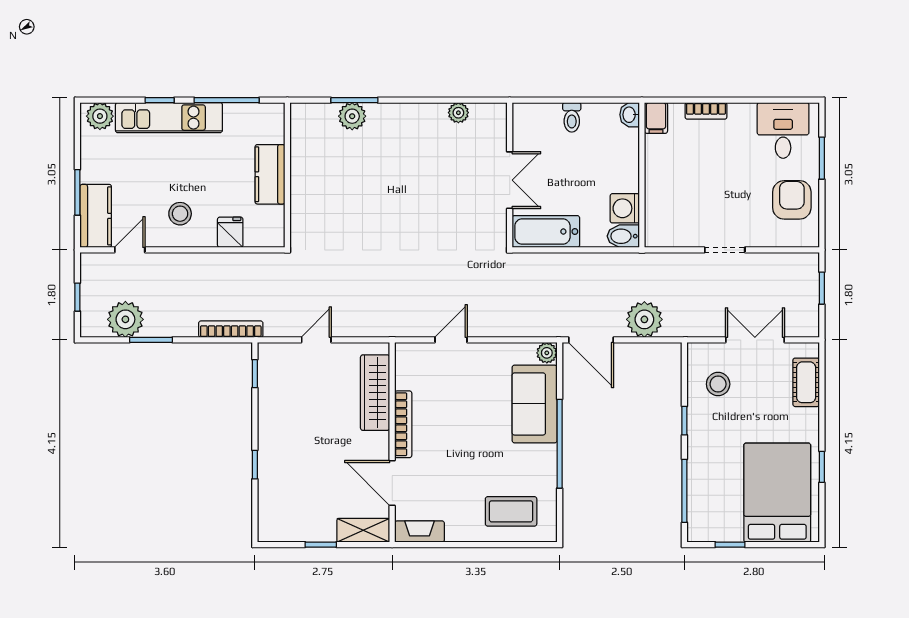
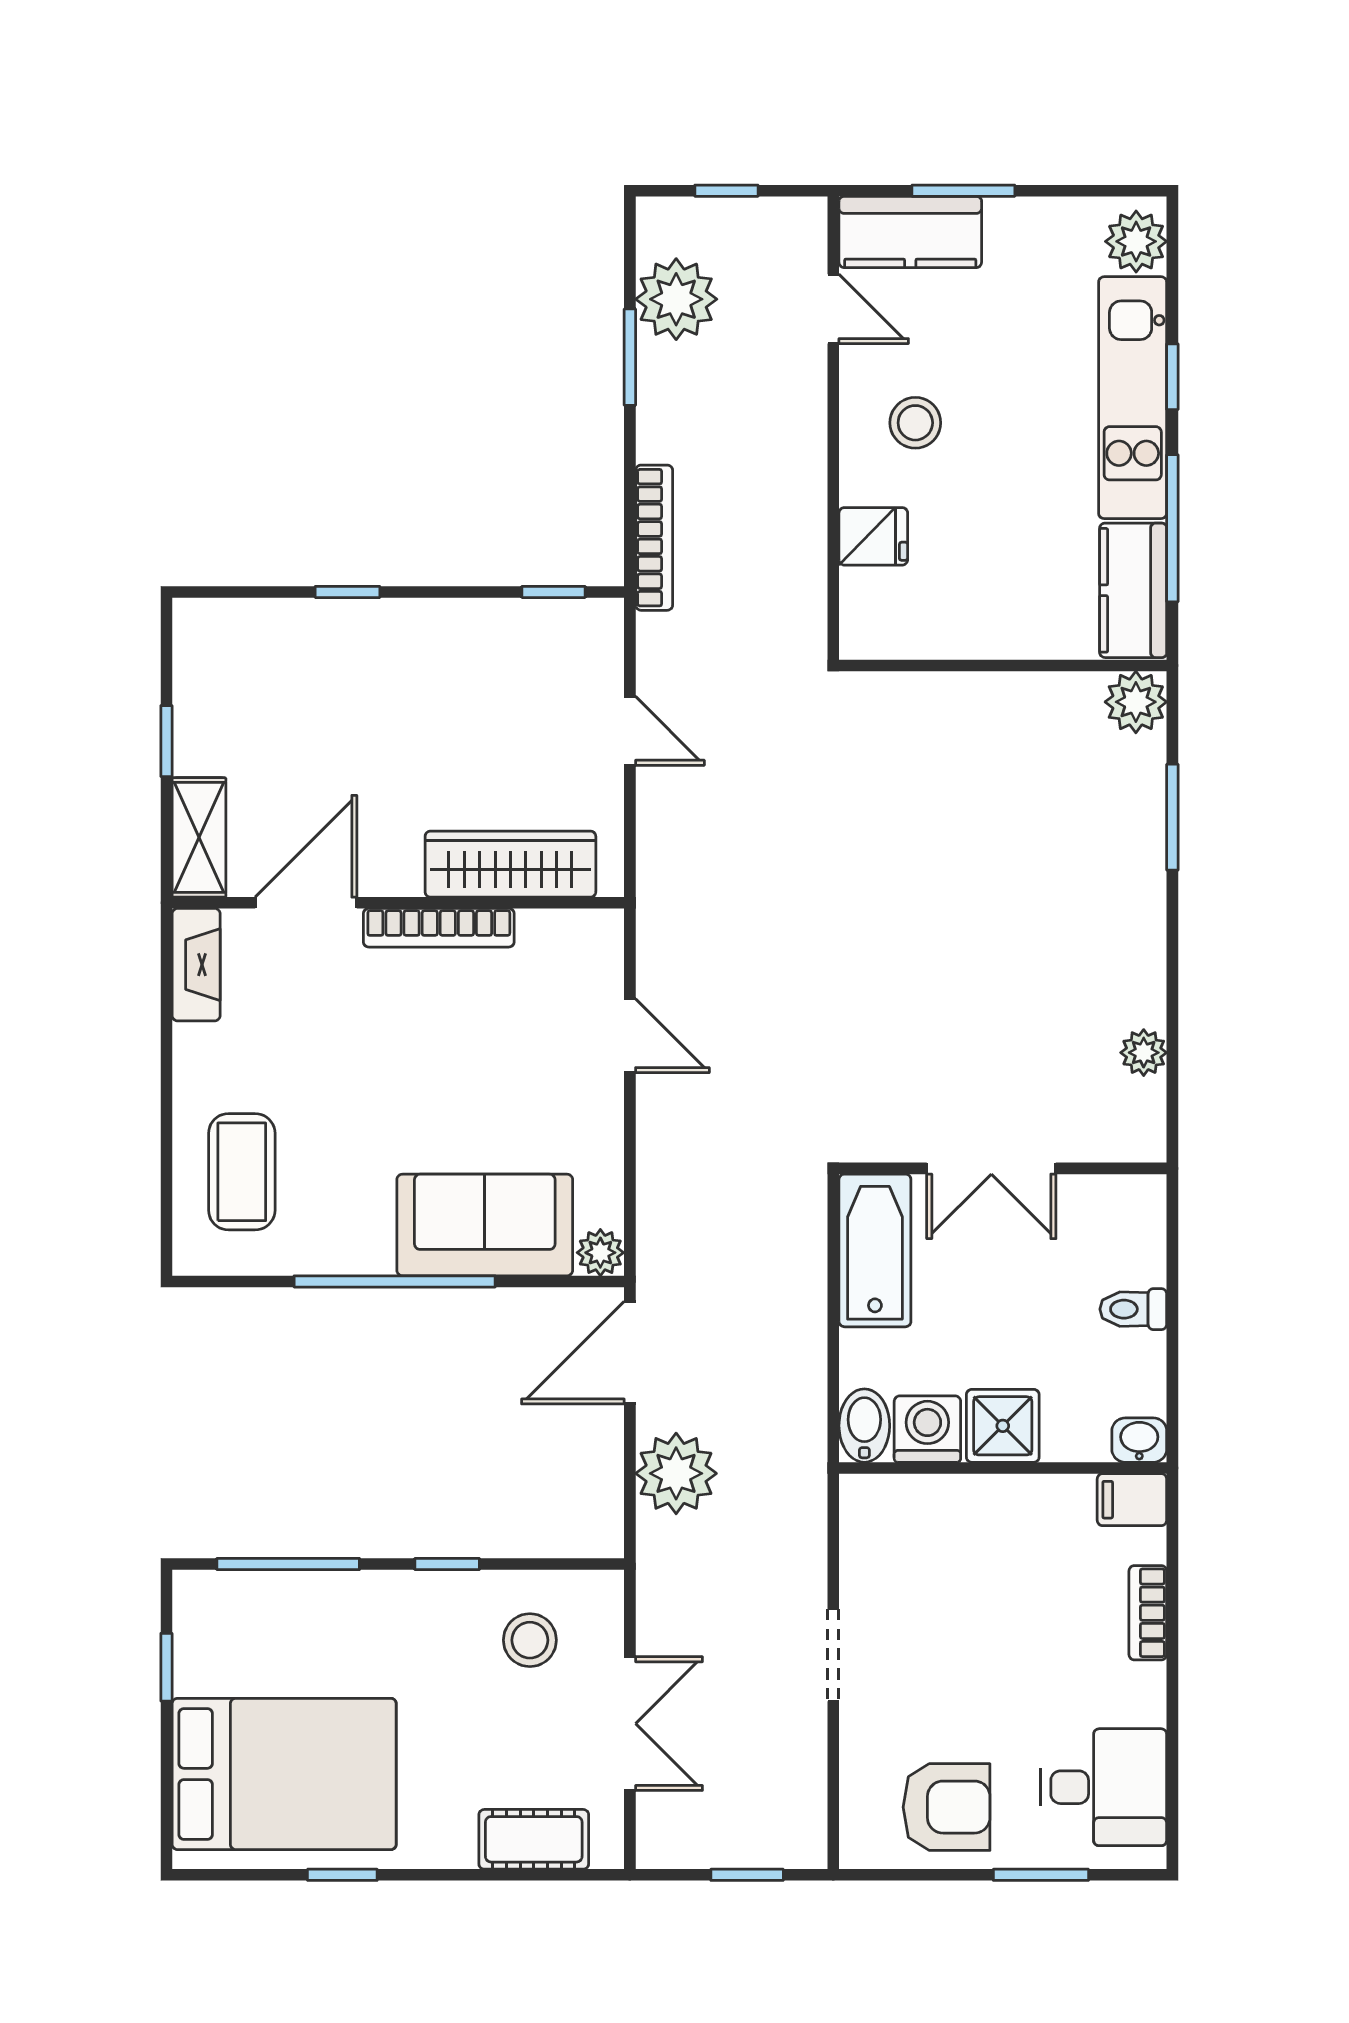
plant: (352, 116) -> (1136, 702), moved
kitchen counter: (270, 174) -> (1133, 590), moved, turned -90
shower: (623, 175) -> (1003, 1426), added

